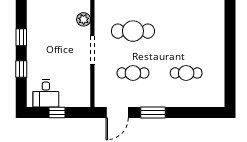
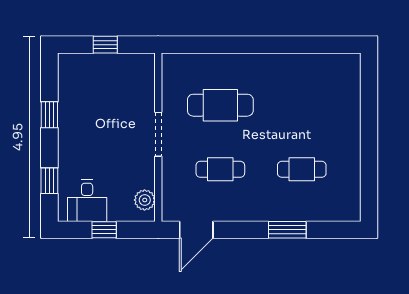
plant: (84, 19) -> (145, 200), moved
window: (21, 69) -> (49, 181), moved
window: (153, 113) -> (287, 230), moved

